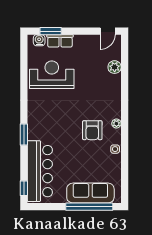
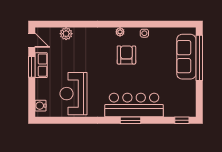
window: (51, 31) -> (32, 67), moved
row of seats: (60, 41) -> (41, 65), moved
armchair: (92, 130) -> (126, 55), turned -90
bar counter: (40, 171) -> (134, 105), moved

